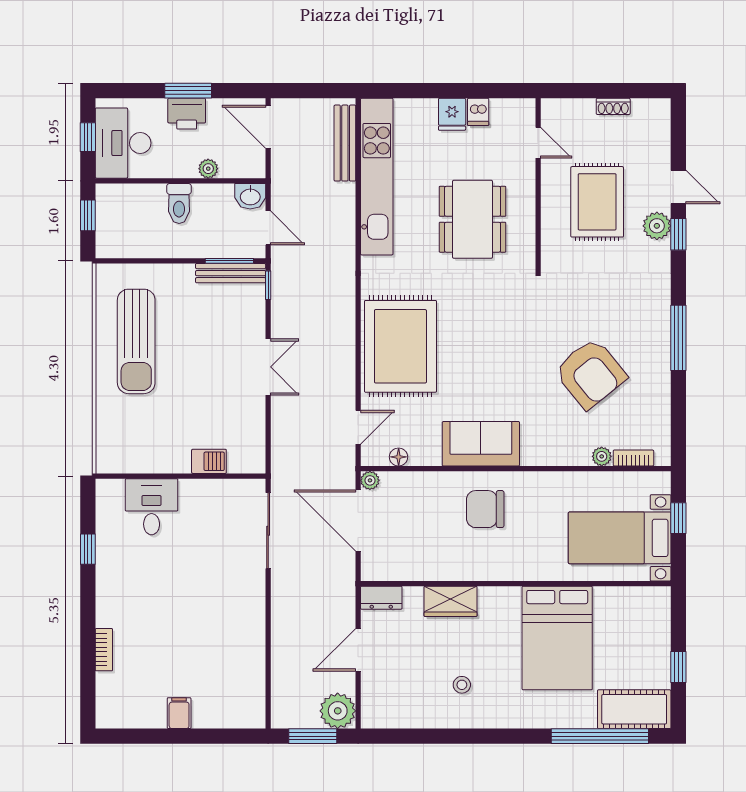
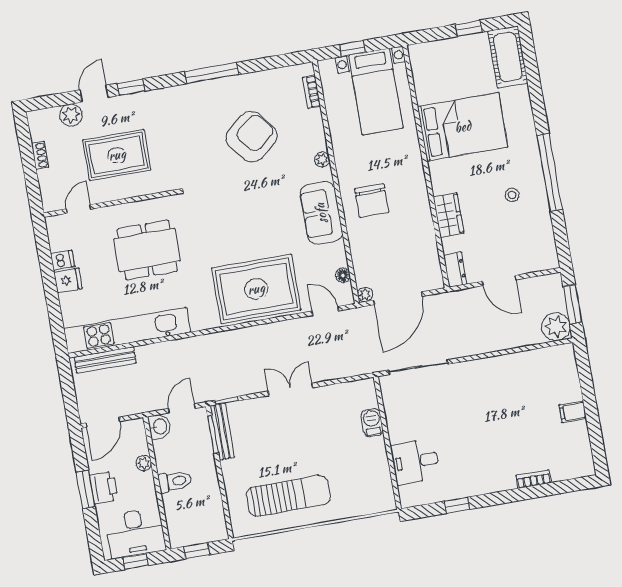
plant: (657, 226) -> (71, 115), moved
plant: (602, 456) -> (322, 159), moved
plant: (338, 711) -> (556, 327), moved
window: (600, 736) -> (550, 172), moved

